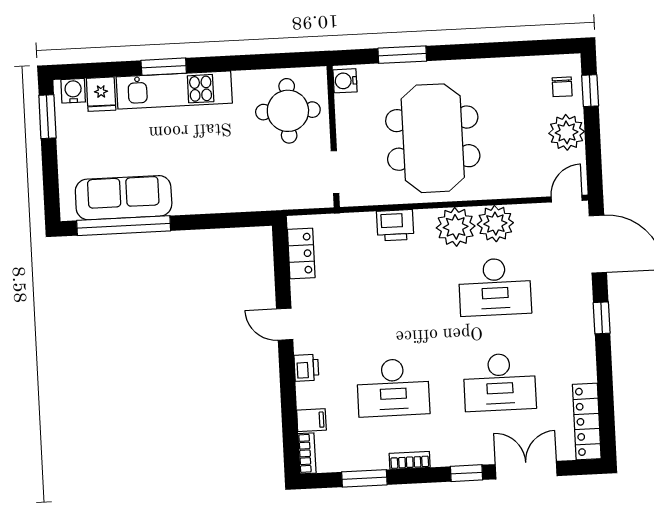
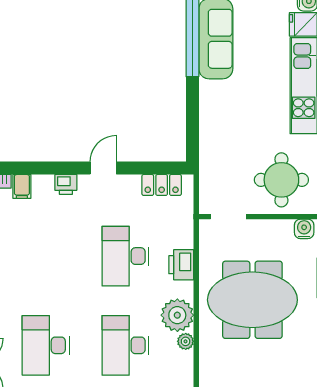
plant: (495, 224) -> (186, 341), width x0.53, depth x0.53
desk: (393, 388) -> (125, 256), moved

